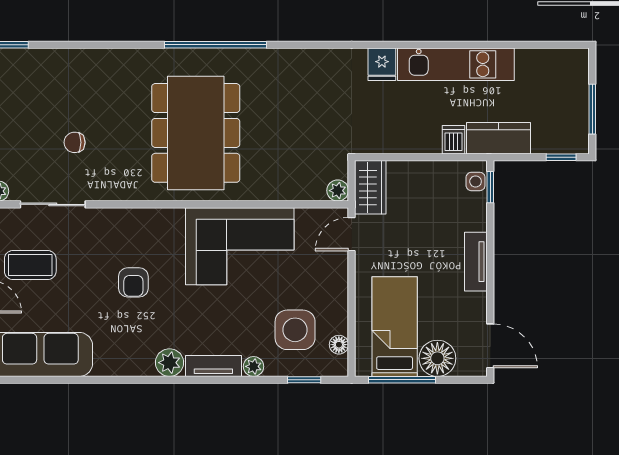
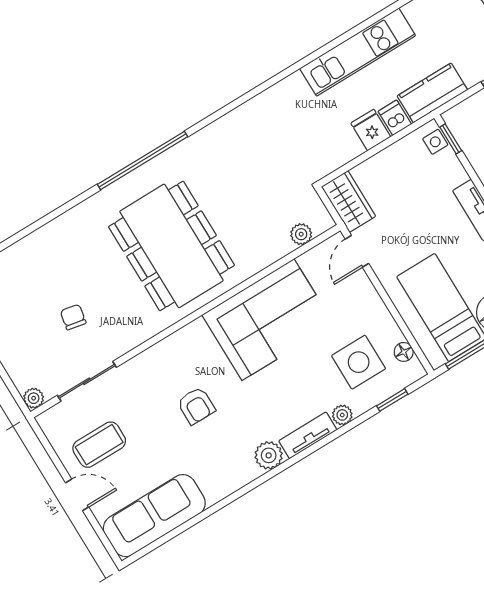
fridge: (382, 64) -> (371, 130), moved, turned 180
chair: (75, 142) -> (73, 317), turned 101
plant: (338, 191) -> (301, 234), moved

